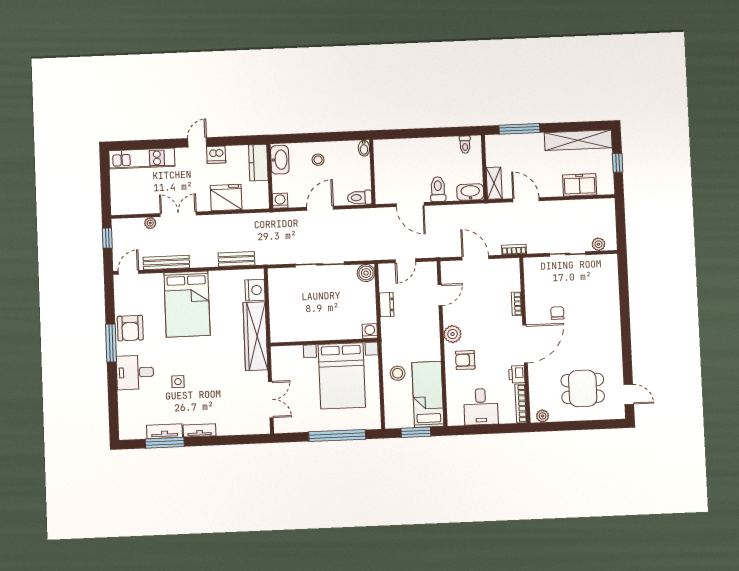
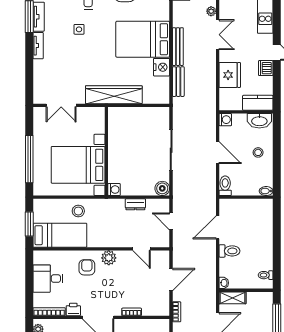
washbasin: (470, 192) -> (224, 283), width x0.52, depth x0.69
bench: (166, 262) -> (178, 47), moved
nightstand: (255, 290) -> (162, 67), moved, turned -90

